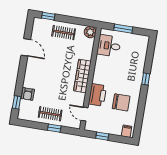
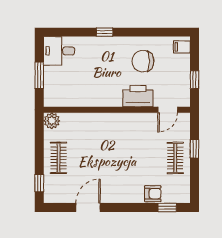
desk: (109, 46) -> (59, 51), moved, turned 90
wardrobe: (82, 76) -> (115, 122), removed
chair: (121, 102) -> (143, 61), turned -90

